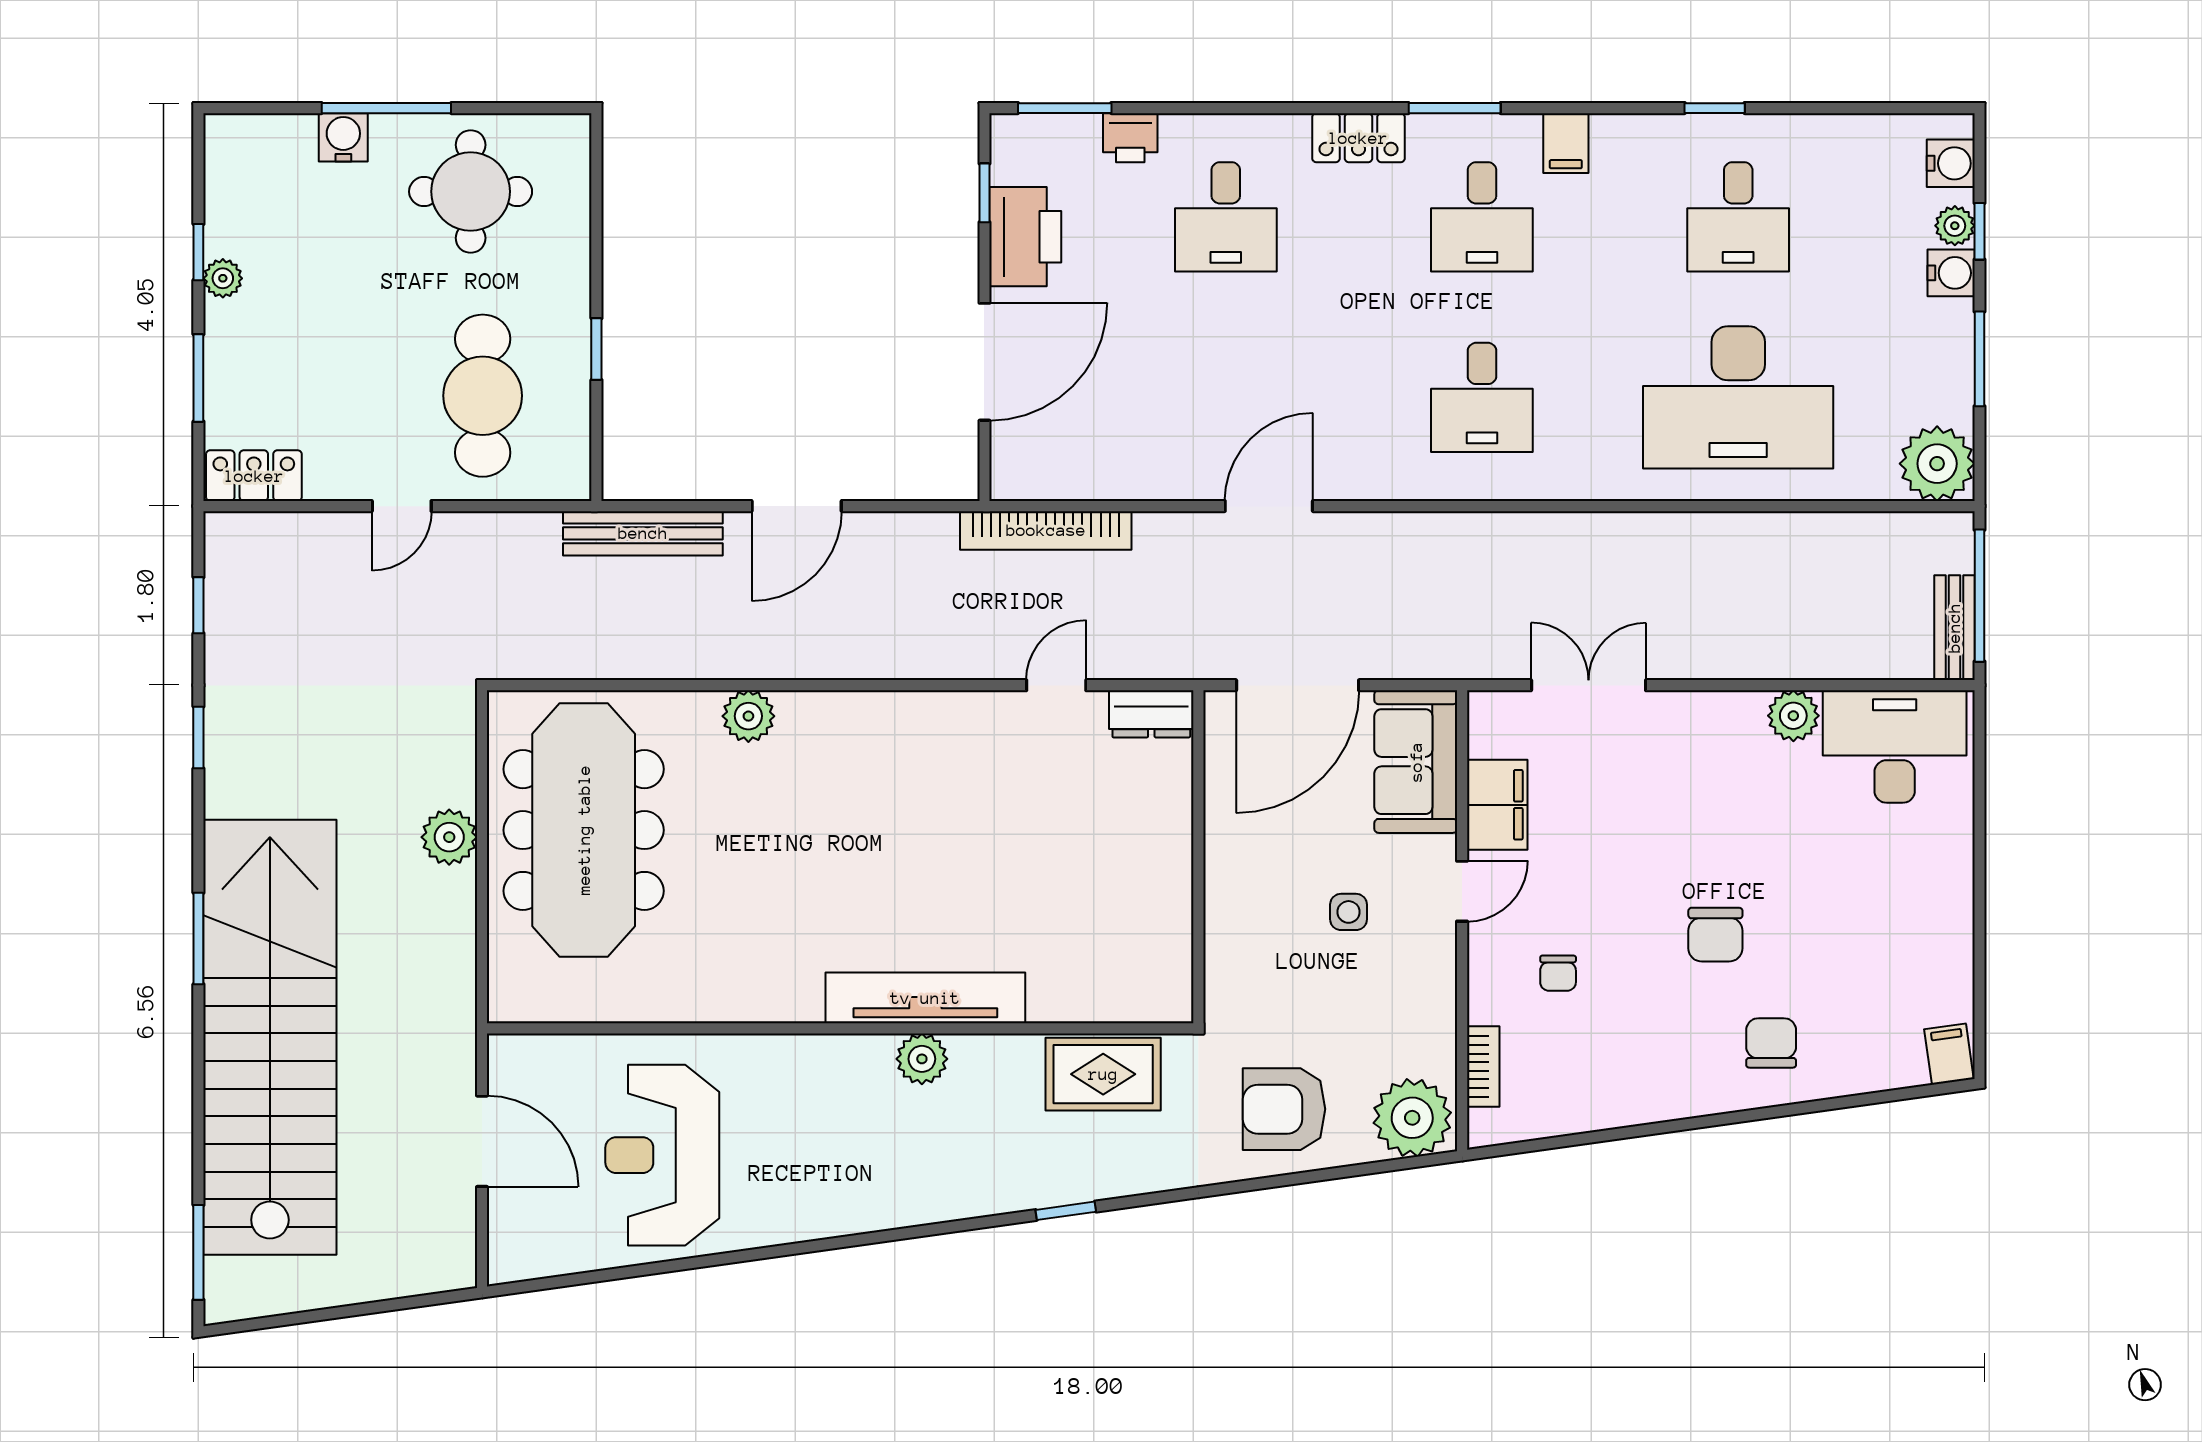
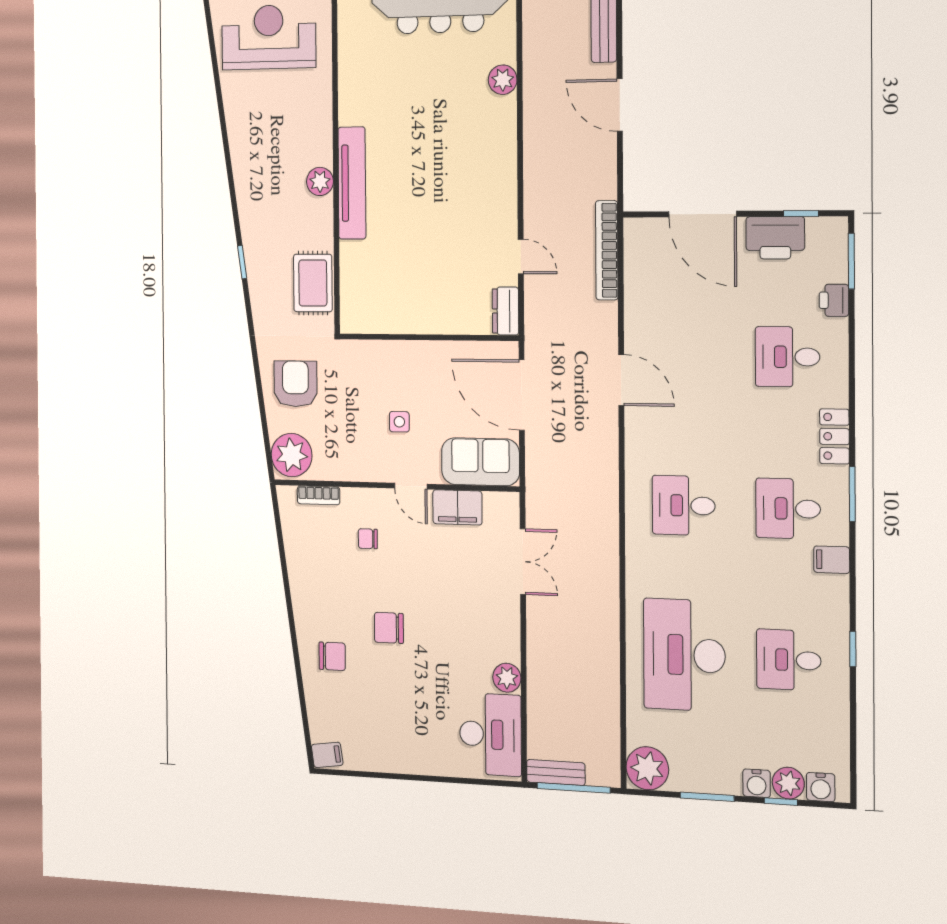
plant: (1955, 226) -> (788, 783), width x1.38, depth x1.38

